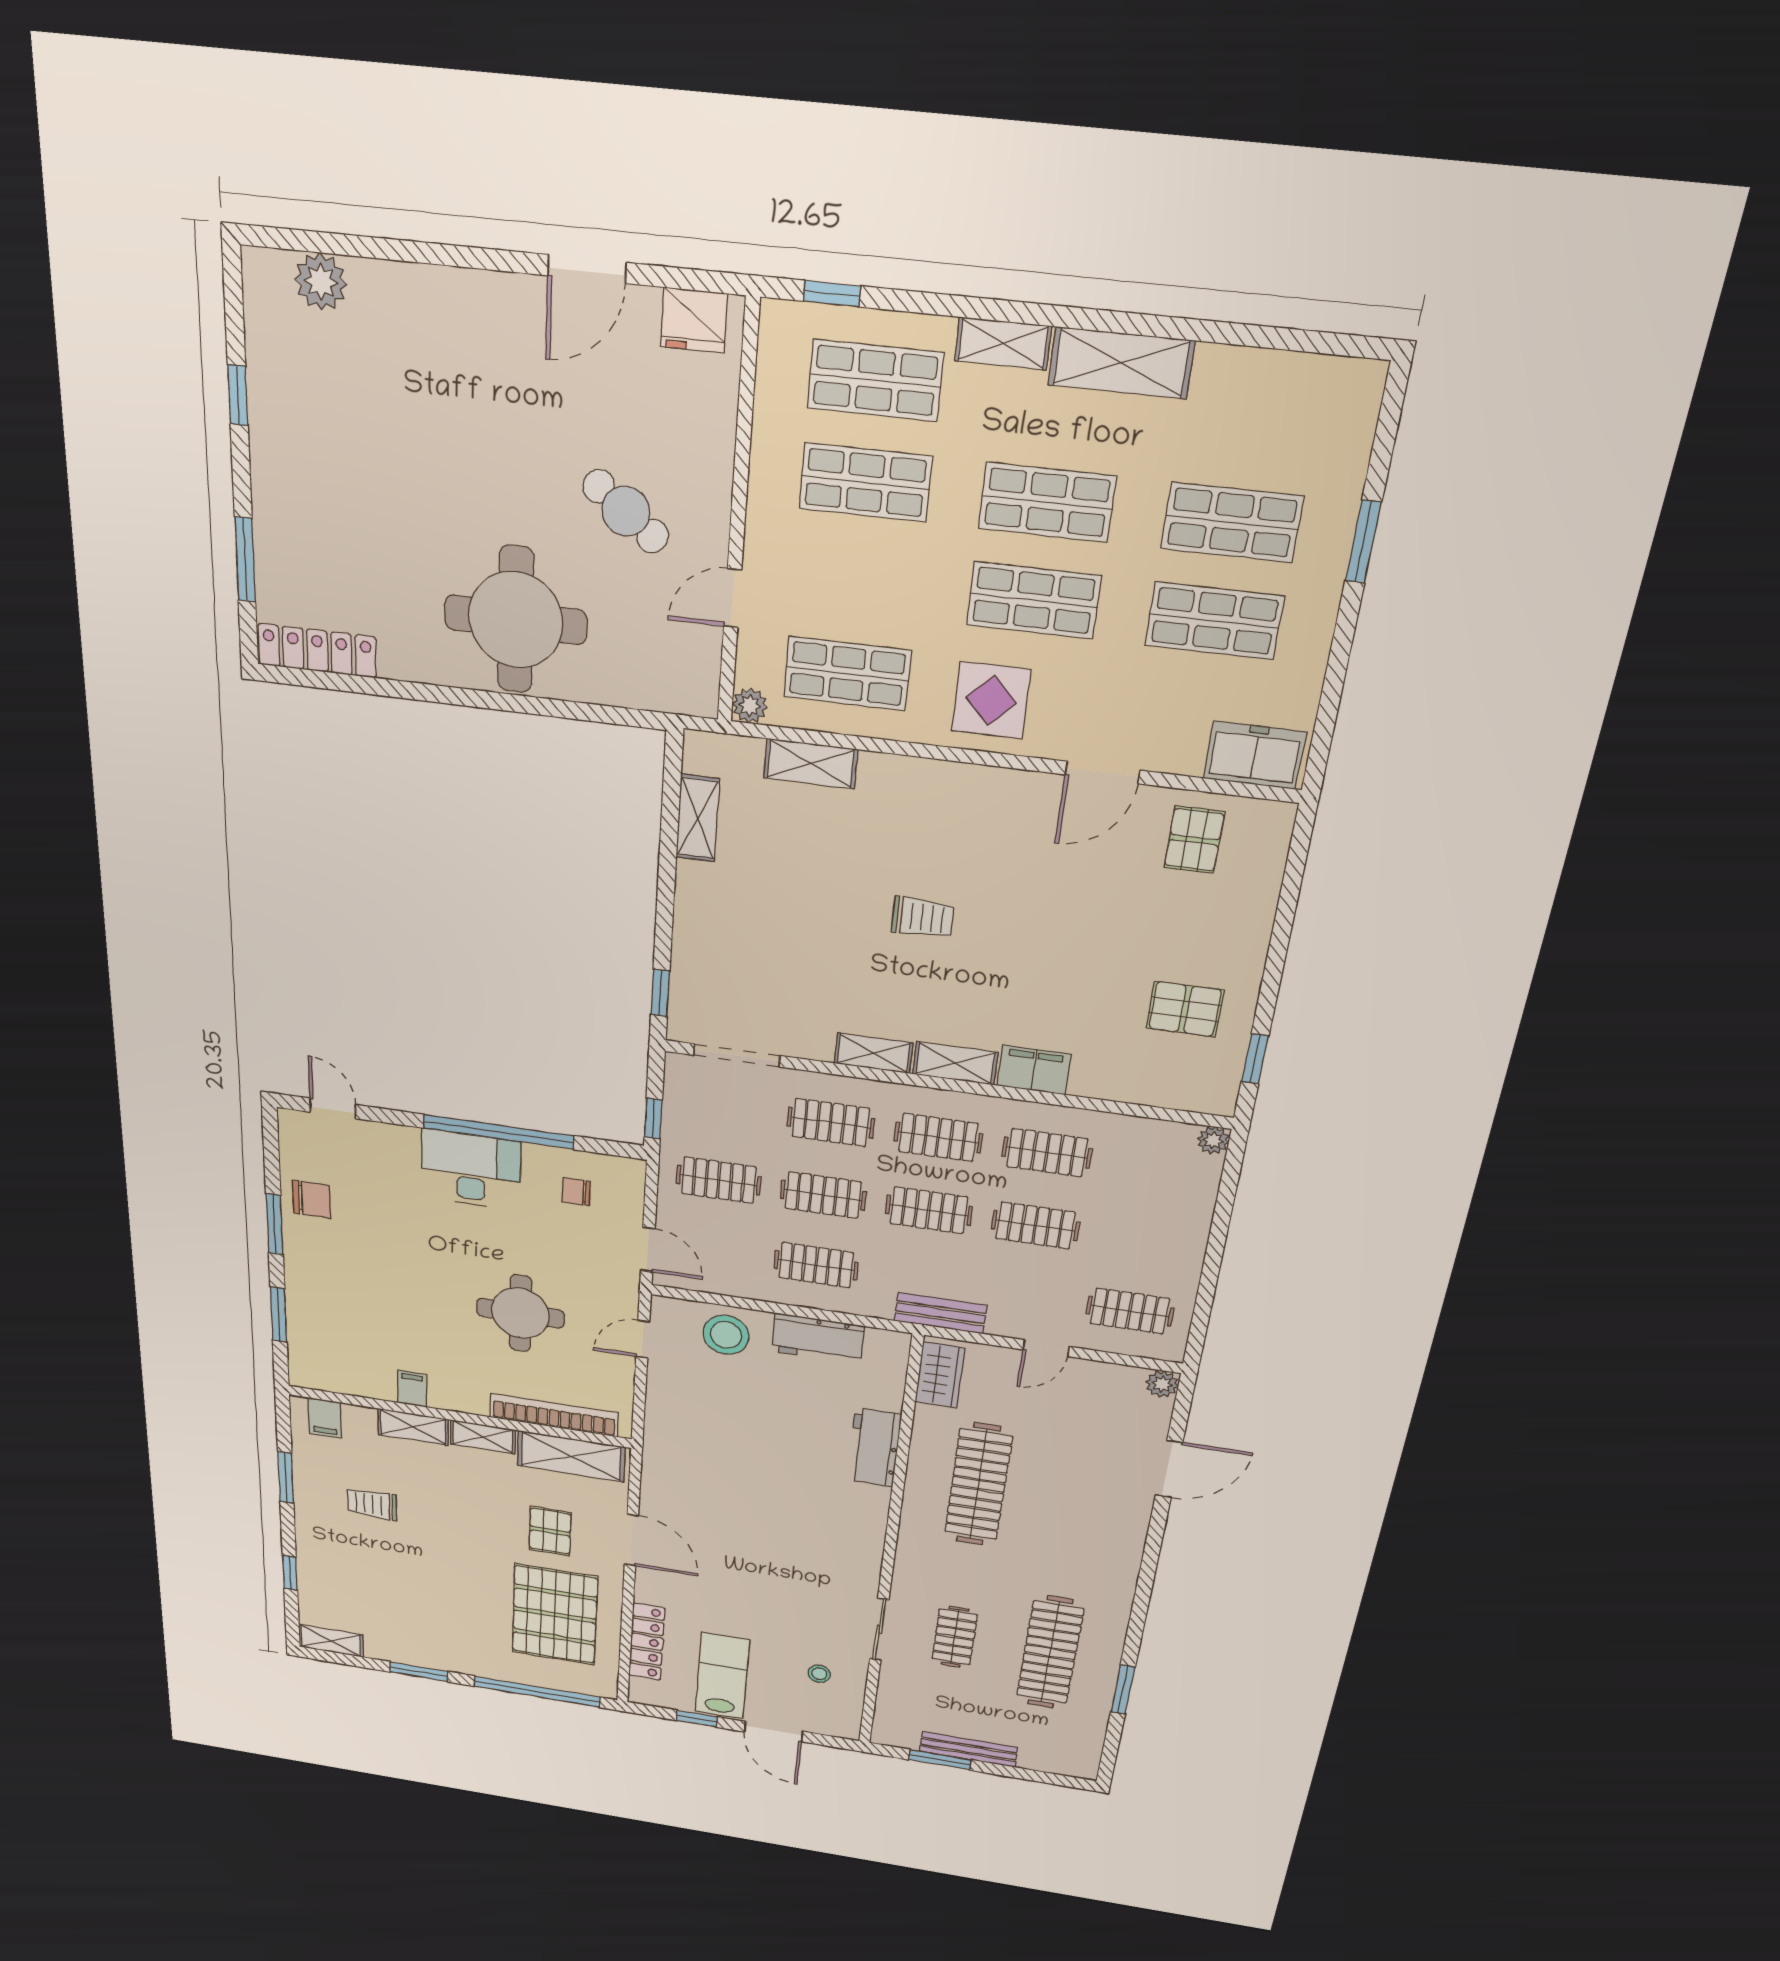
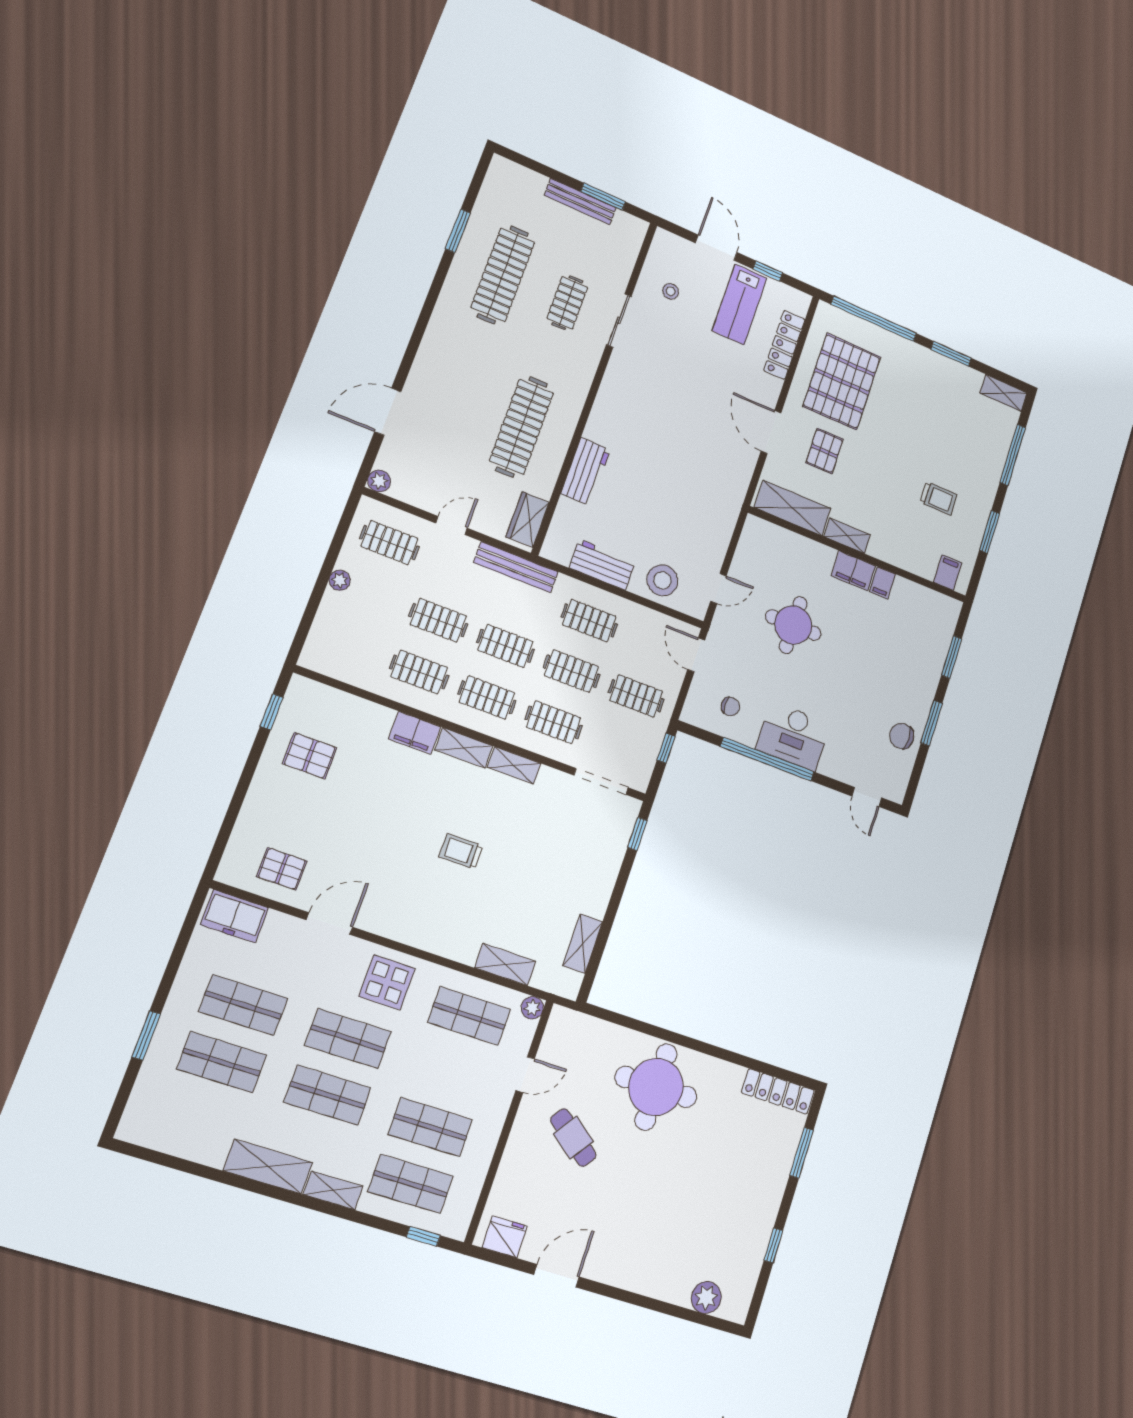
pallet: (1194, 840) -> (282, 869), turned 90
plant: (1213, 1140) -> (340, 580), moved
bench: (941, 1313) -> (516, 567), width x1.36
filing cabinet: (459, 1396) -> (853, 571), added
bookcase: (554, 1415) -> (794, 543), removed
shelving: (413, 1427) -> (891, 553), removed
window: (290, 1573) -> (1013, 455), width x2.17

